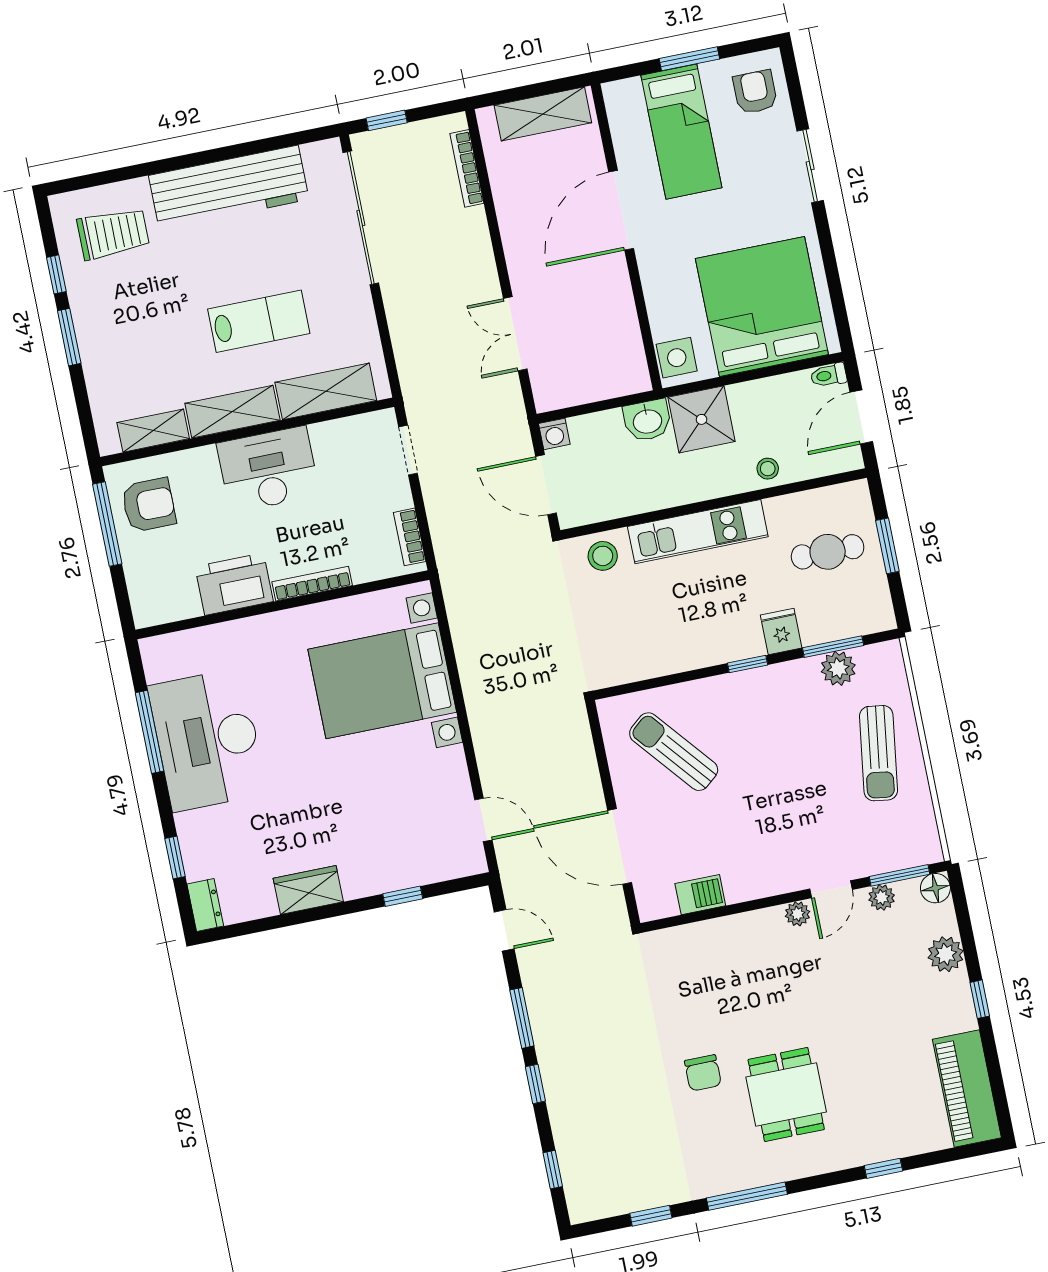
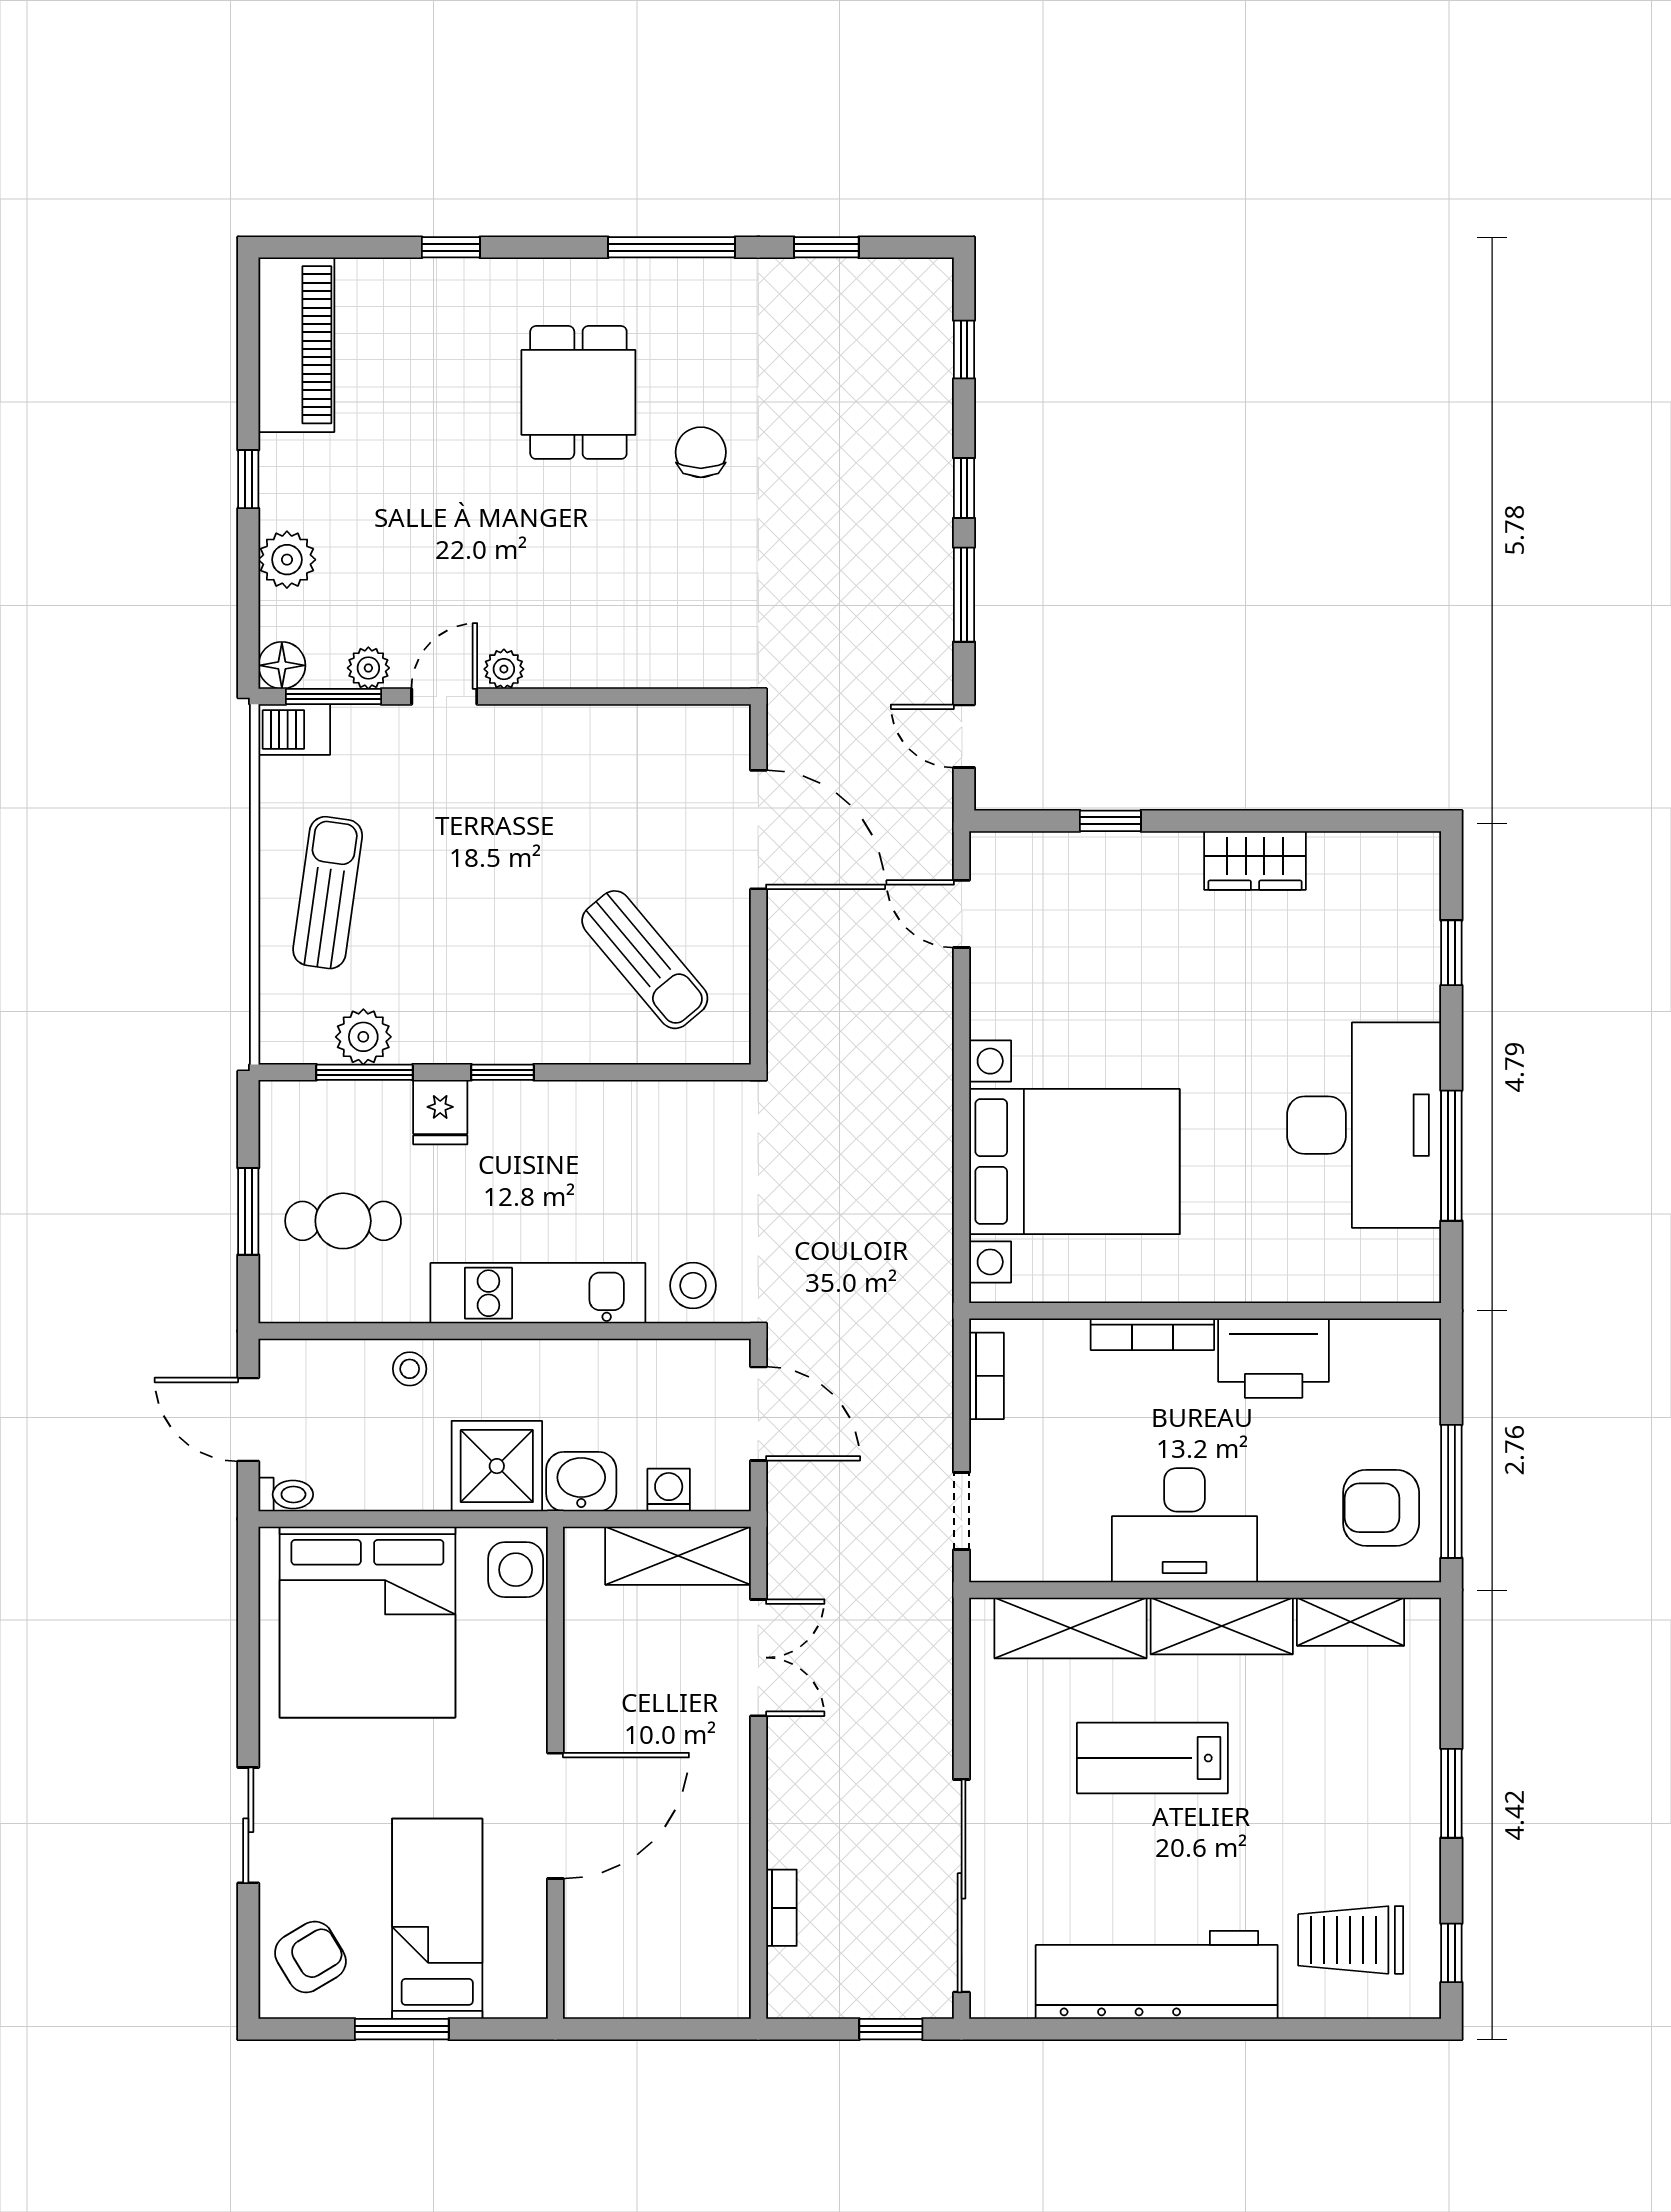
armchair: (755, 92) -> (310, 1957), turned -121
shelving: (543, 114) -> (678, 1556), moved
bookcase: (467, 168) -> (781, 1908), width x0.64
window: (56, 274) -> (1451, 1953), moved
door: (861, 417) -> (248, 1420), swing flipped
washing machine: (554, 434) -> (669, 1490), moved
barbecue: (700, 895) -> (294, 730), moved
dresser: (205, 905) -> (1420, 870), removed

